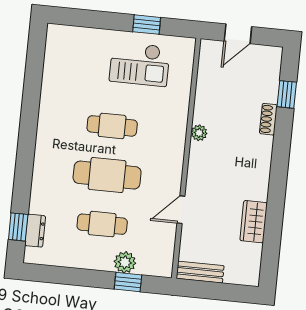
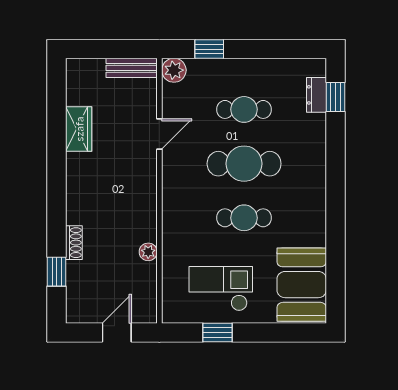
booth: (66, 60) -> (302, 285), added
plant: (199, 133) -> (148, 252), moved
plant: (125, 262) -> (174, 70), moved

